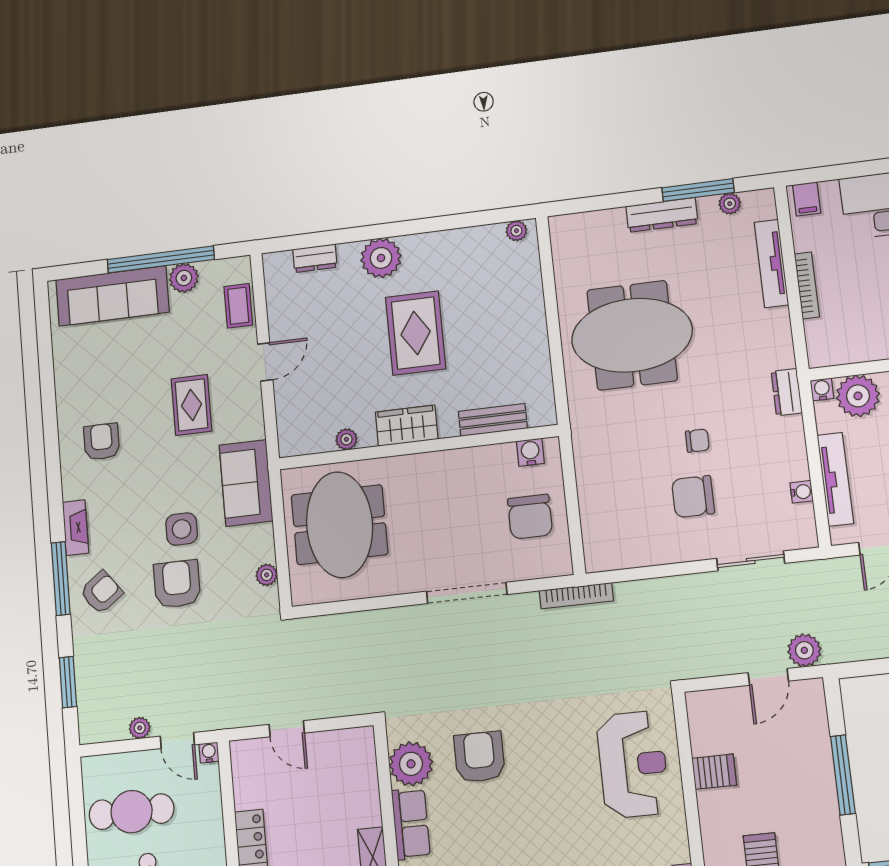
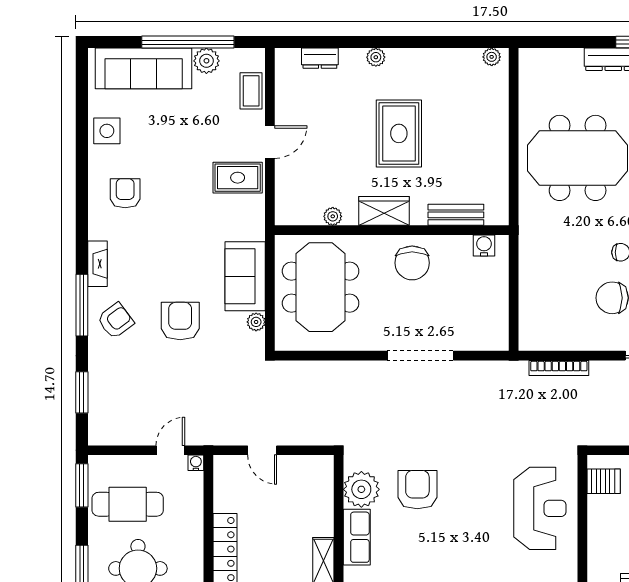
plant: (381, 258) -> (376, 57), width x0.53, depth x0.53
rug: (192, 405) -> (238, 178), moved, turned 90
sofa: (246, 483) -> (245, 276), moved
chair: (530, 517) -> (412, 263), moved
side table: (182, 529) -> (107, 131), moved
bookcase: (576, 596) -> (559, 368), moved
plant: (140, 728) -> (140, 437), removed
door: (177, 740) -> (170, 450), swing flipped
server rack: (714, 772) -> (604, 481), moved
window: (76, 794) -> (82, 485), added

